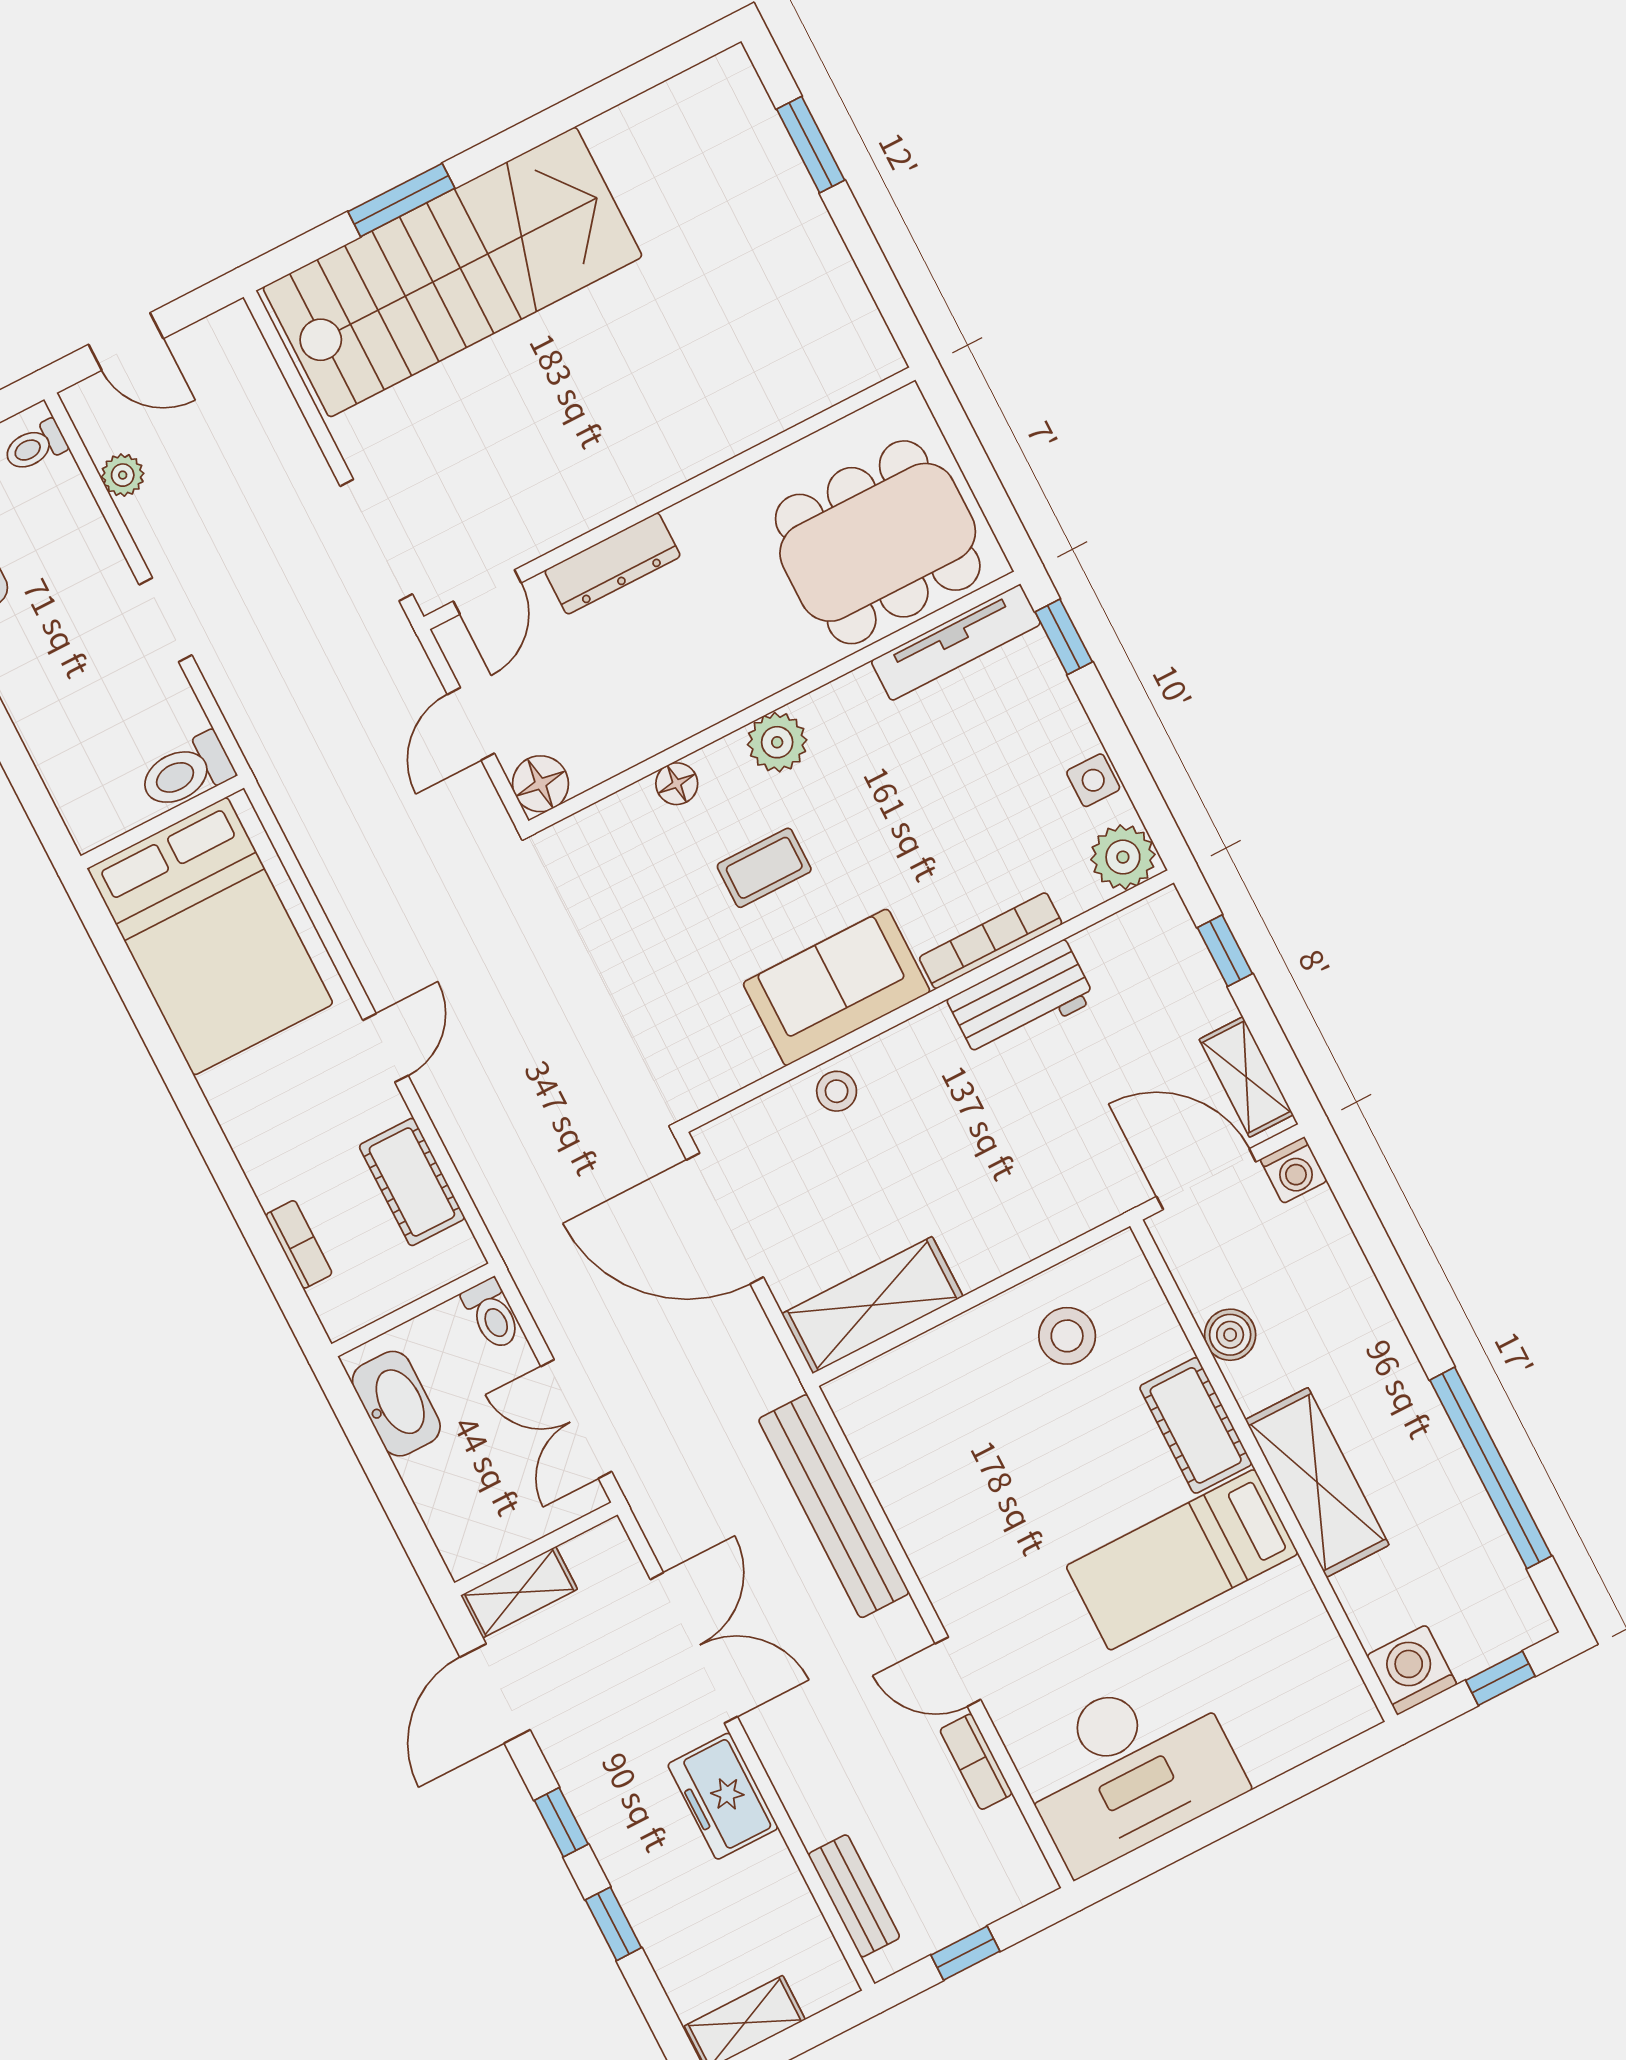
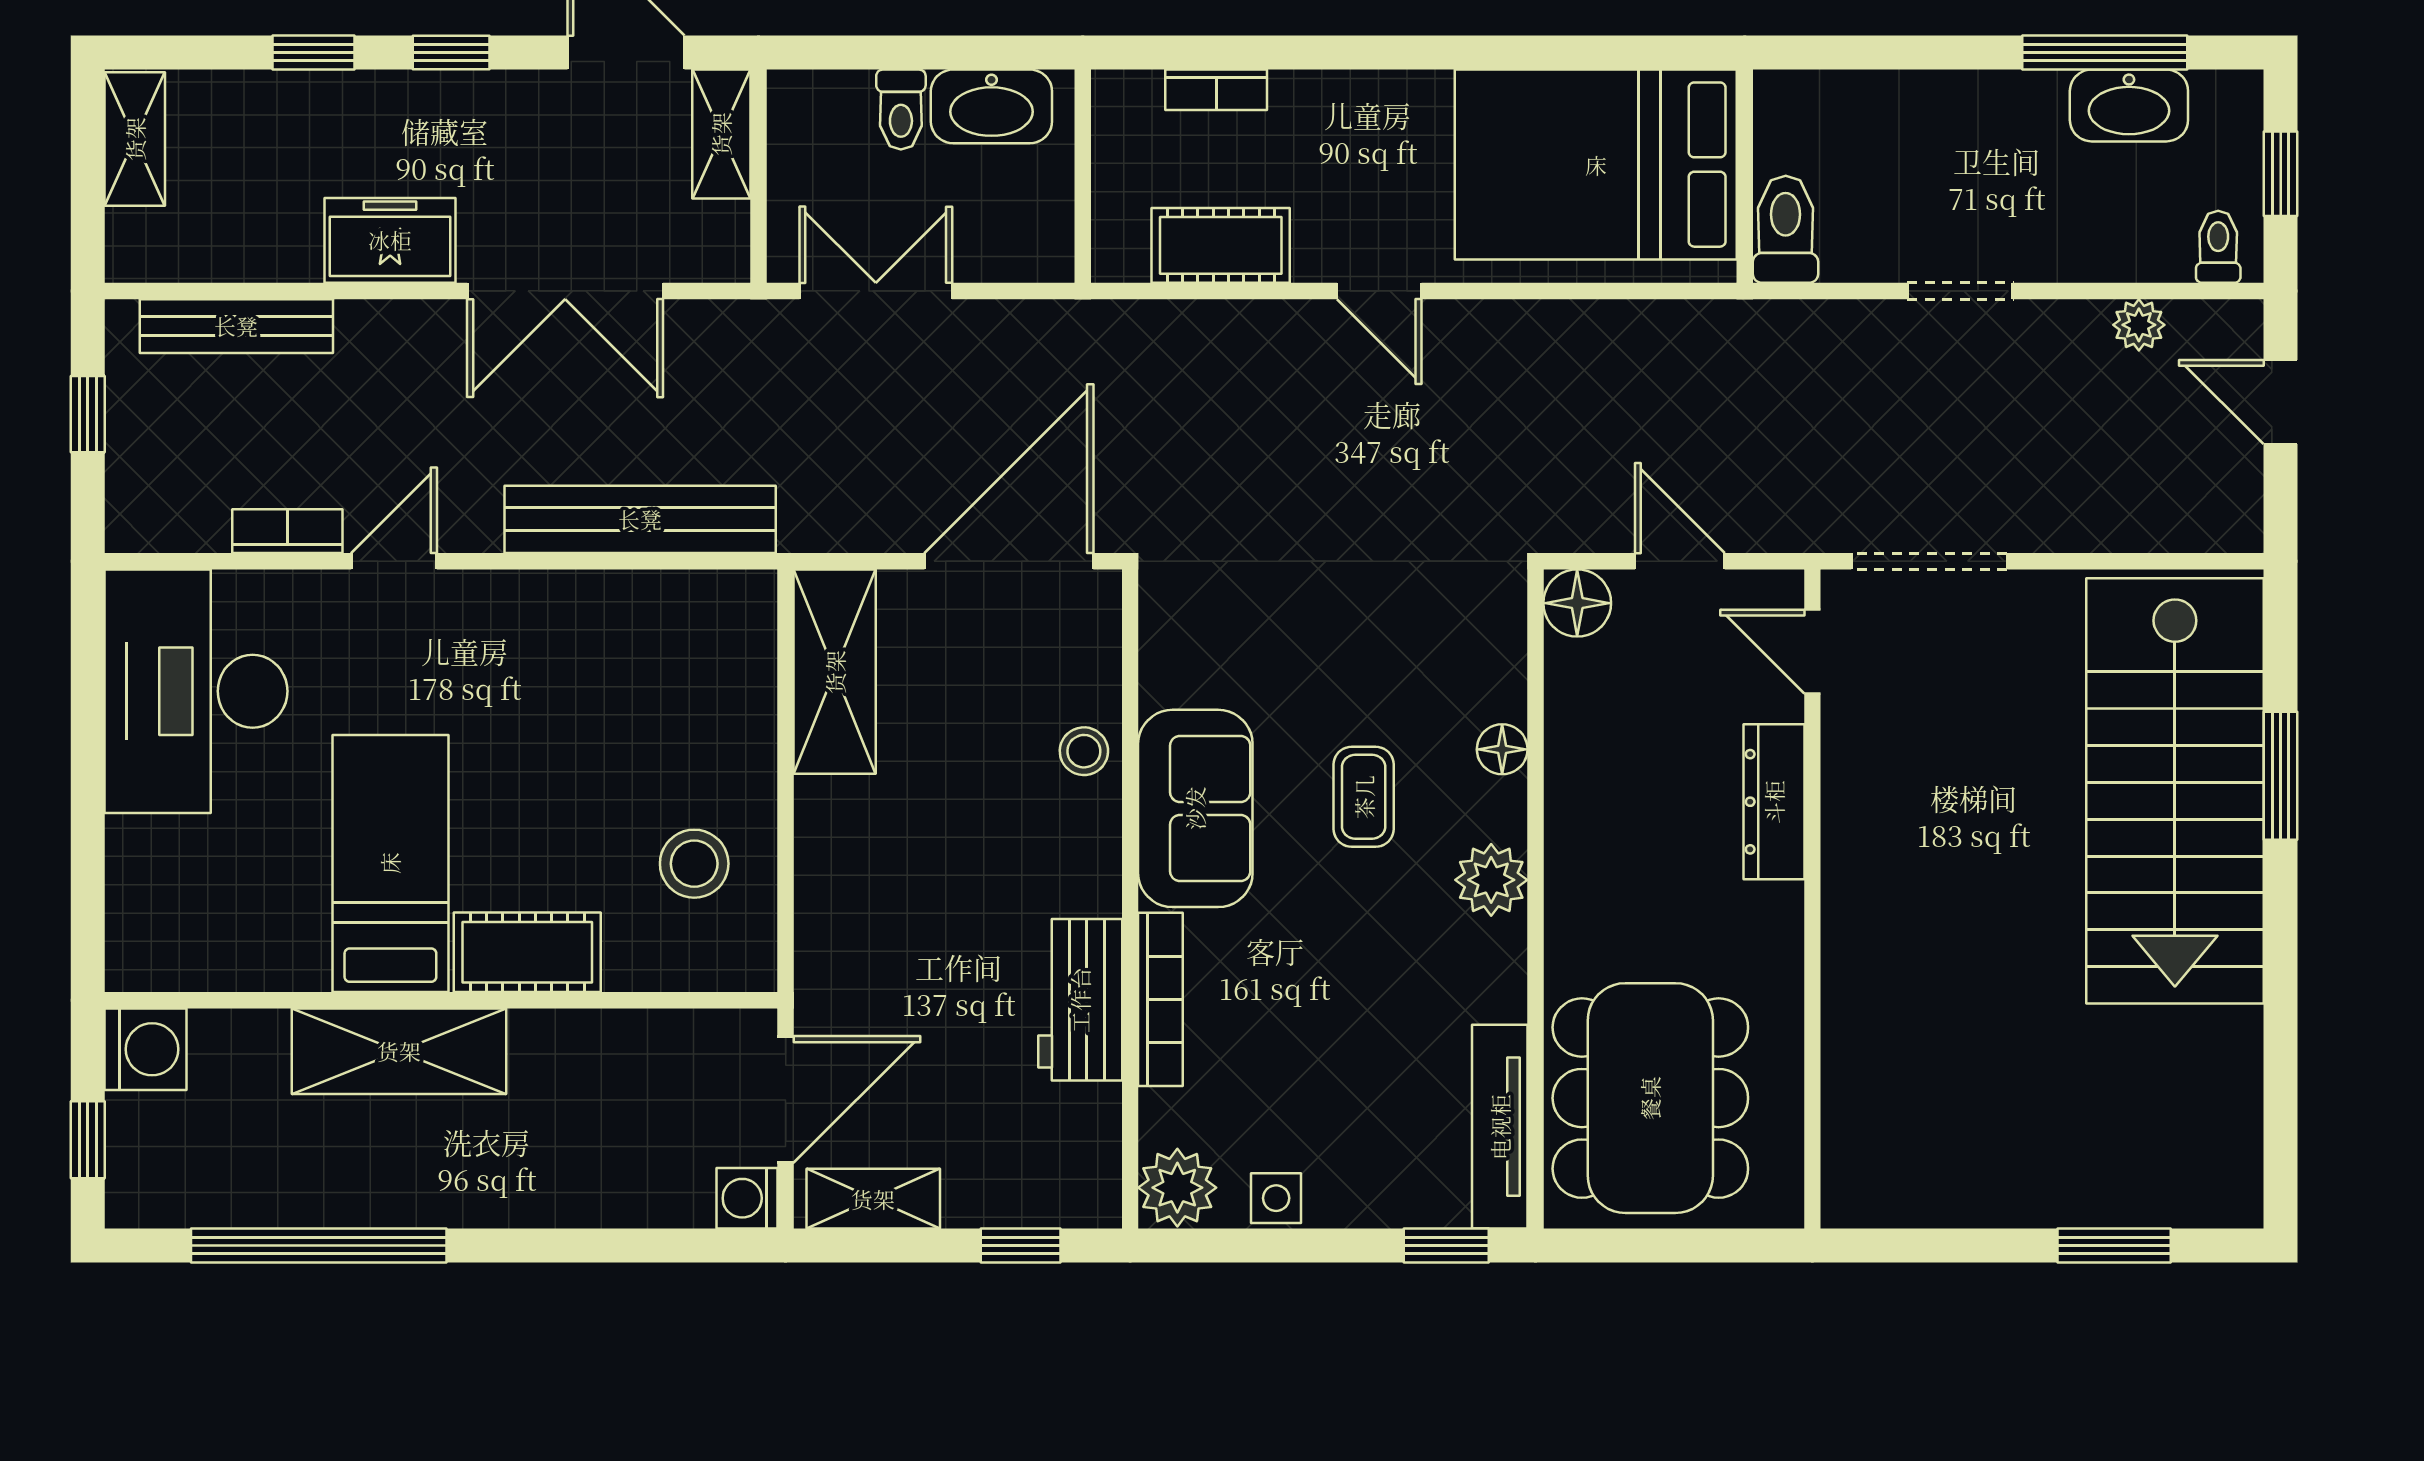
door: (126, 341) -> (2281, 402), hinge flipped
toilet: (492, 1314) -> (901, 110), moved, turned -90
boiler: (1230, 1335) -> (605, 1039), removed
bench: (854, 1896) -> (236, 326), width x1.36

